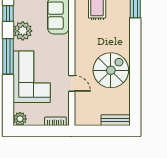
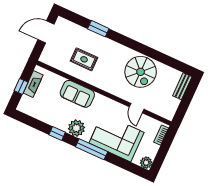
spiral stairs: (111, 70) -> (141, 72), turned 180
door: (72, 83) -> (137, 108), swing flipped

